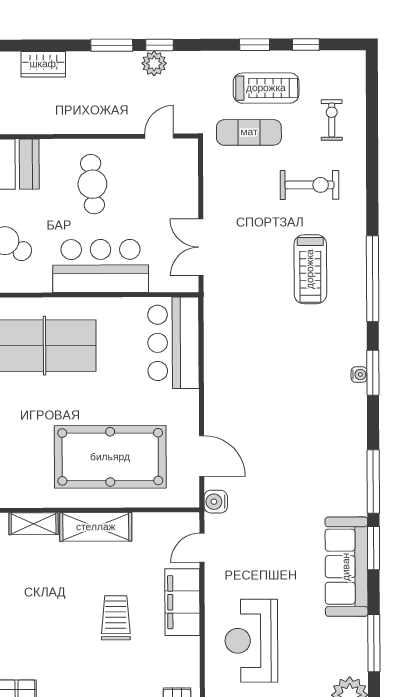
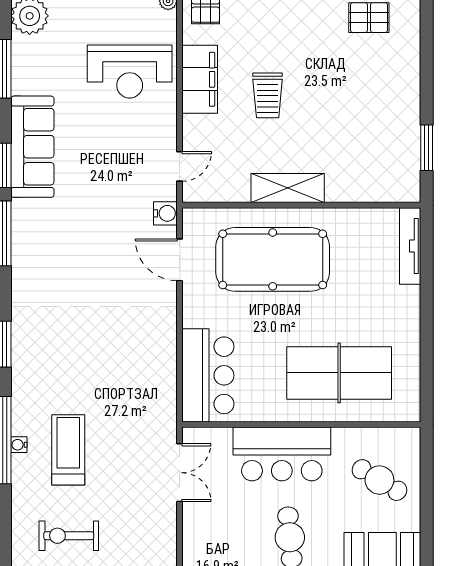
water cooler: (359, 375) -> (19, 445), moved
shelving: (34, 524) -> (351, 192), removed
filing cabinet: (182, 602) -> (200, 79), moved
reception desk: (251, 641) -> (130, 72), turned 90

